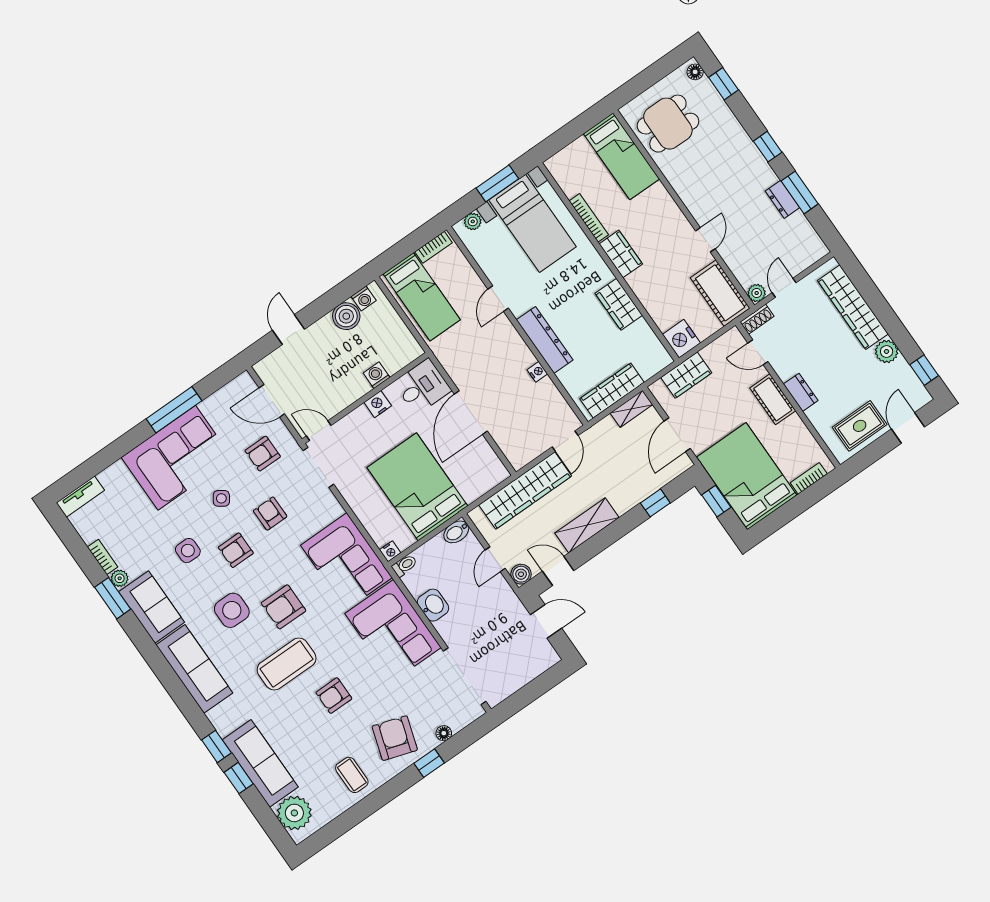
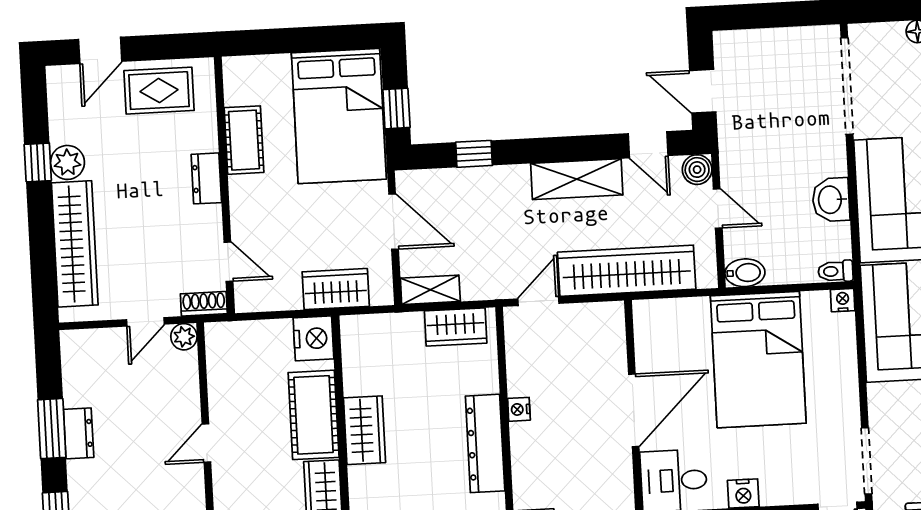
cot: (720, 293) -> (314, 415), moved
window: (924, 370) -> (38, 162), moved
wardrobe: (612, 391) -> (456, 327), width x0.67
cot: (773, 399) -> (244, 140), moved
door: (677, 435) -> (394, 222), hinge flipped
bookcase: (809, 478) -> (263, 65), removed
door: (495, 559) -> (718, 208), hinge flipped

